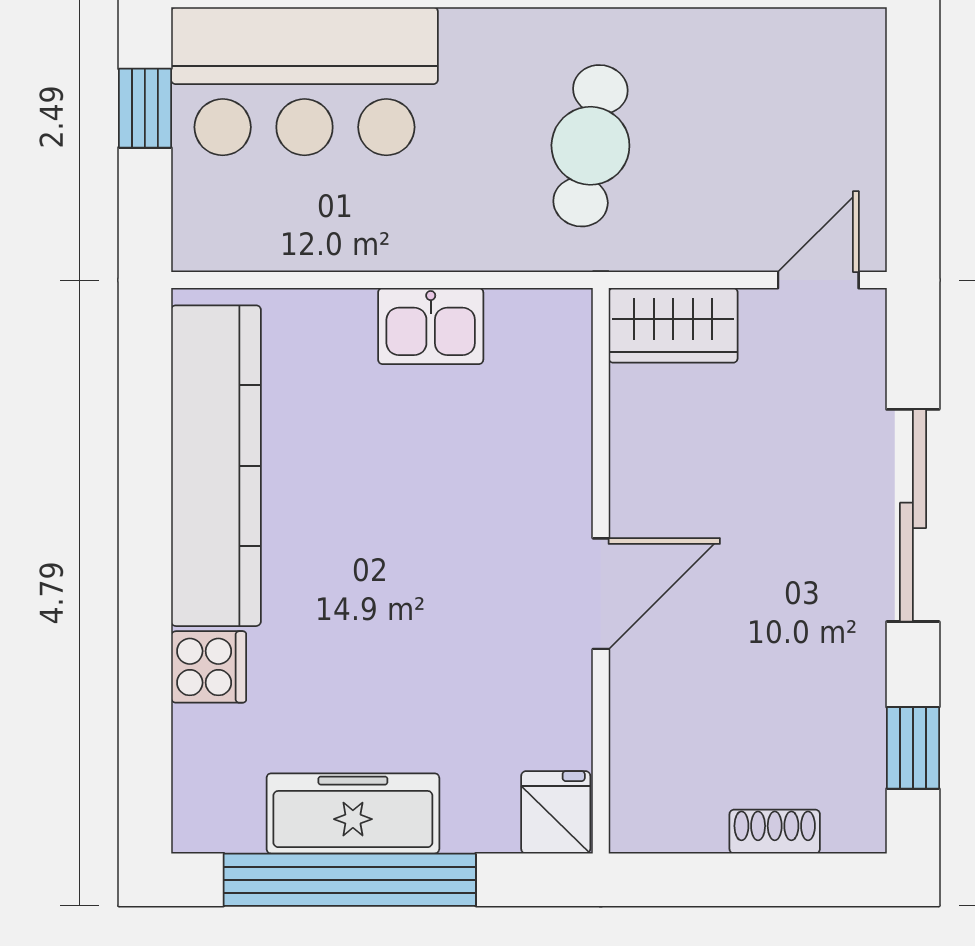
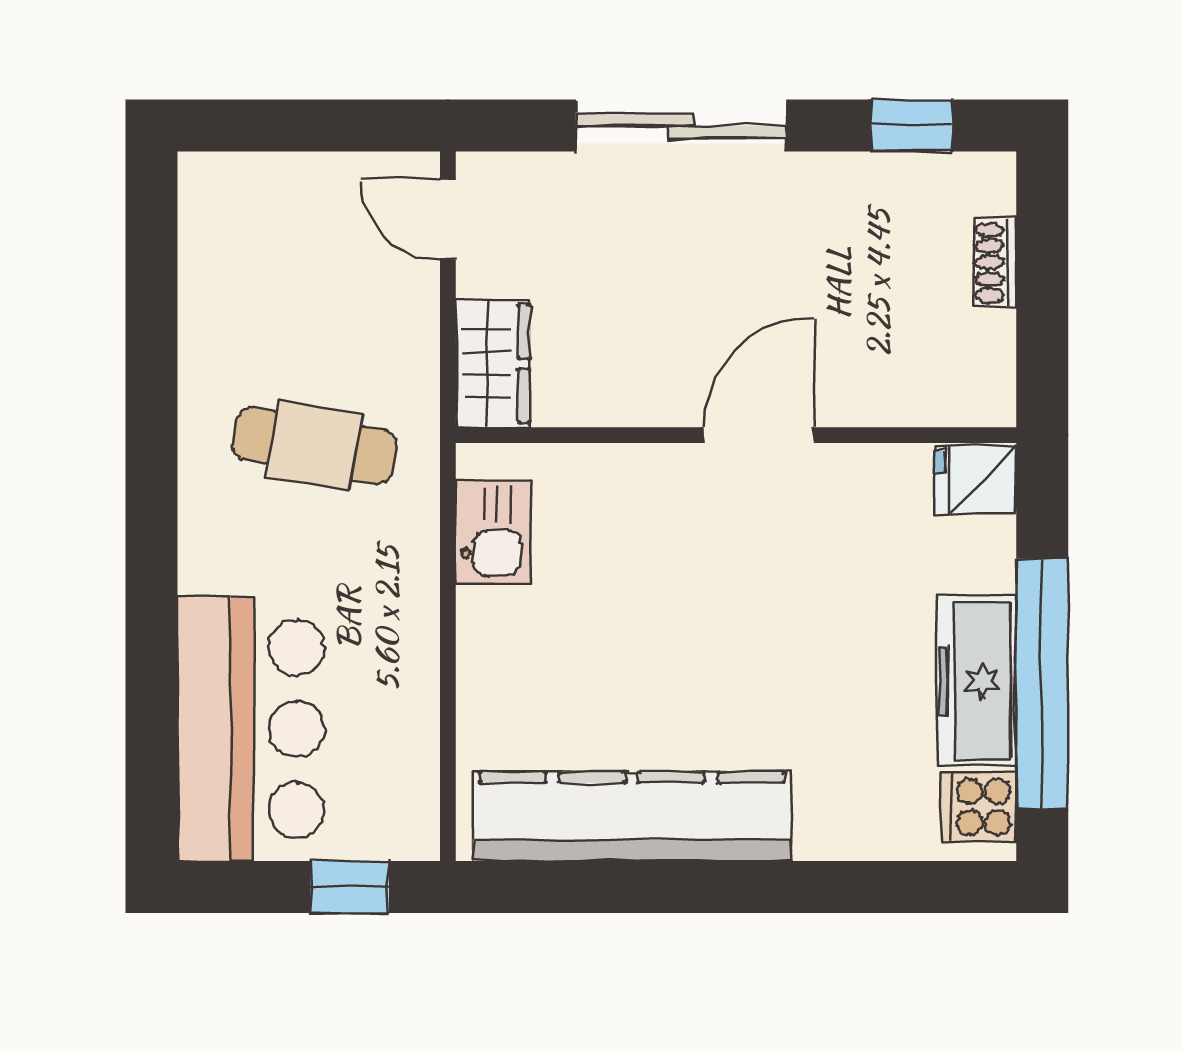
window: (145, 108) -> (350, 887), moved
kitchen sink: (431, 326) -> (494, 532), moved
door: (601, 594) -> (759, 435), hinge flipped
cooker: (209, 667) -> (979, 807), moved, turned -90

